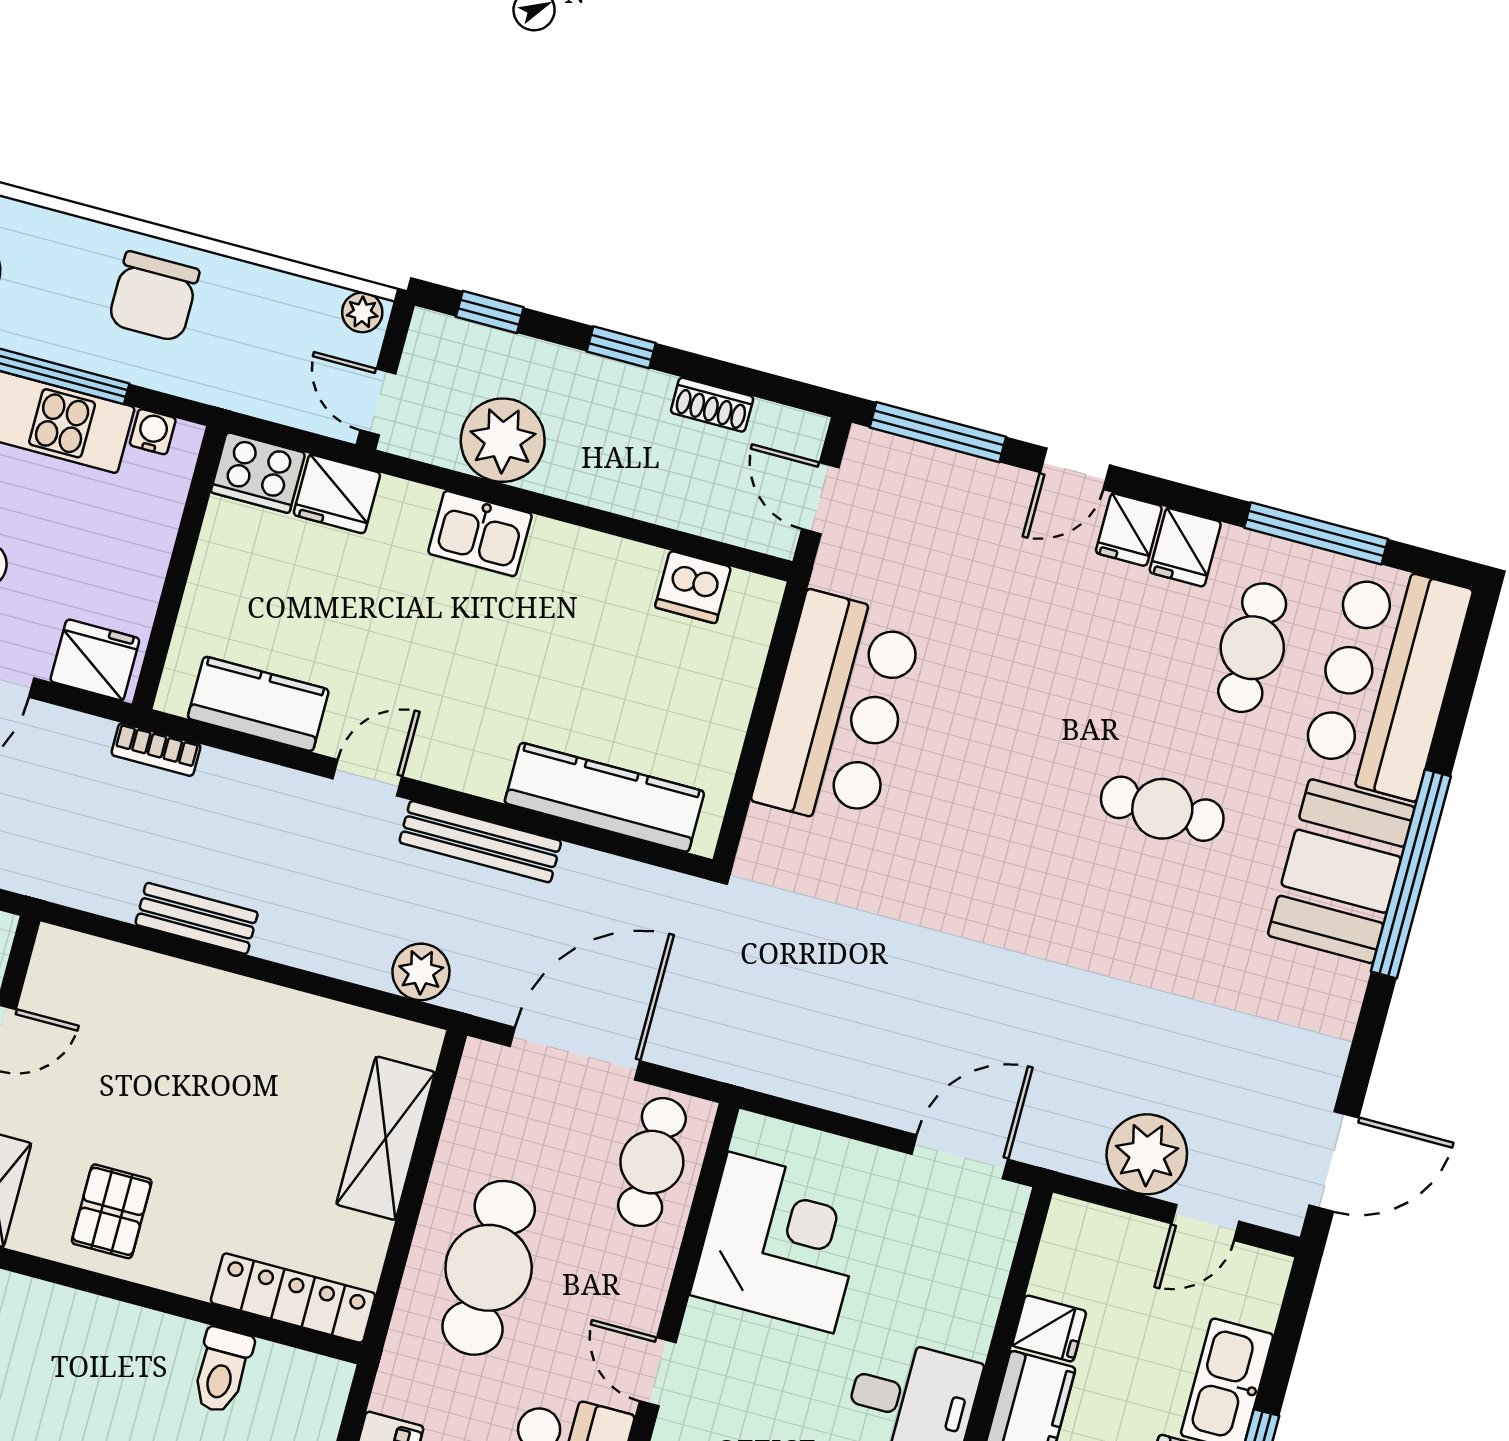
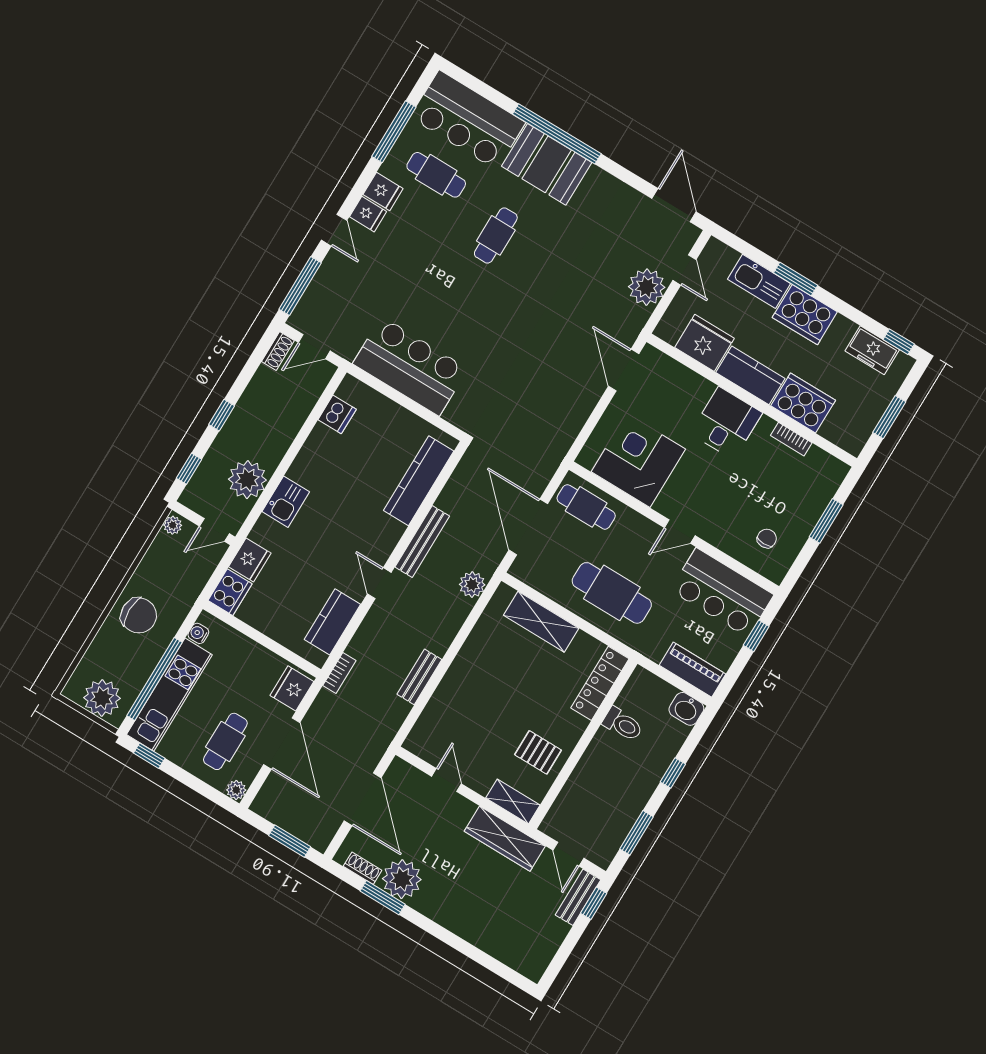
shoe rack: (712, 405) -> (278, 351), moved
fridge: (1049, 1328) -> (704, 343), width x1.88, depth x1.34

